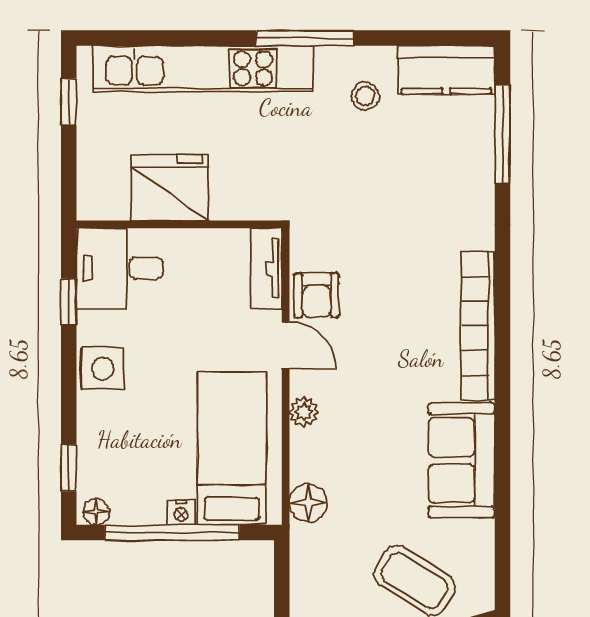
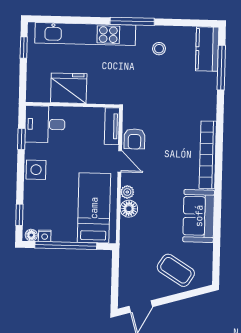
kitchen counter: (446, 70) -> (207, 49), moved, turned 90
floor lamp: (308, 503) -> (129, 209), moved
nightstand: (181, 512) -> (45, 236), moved

